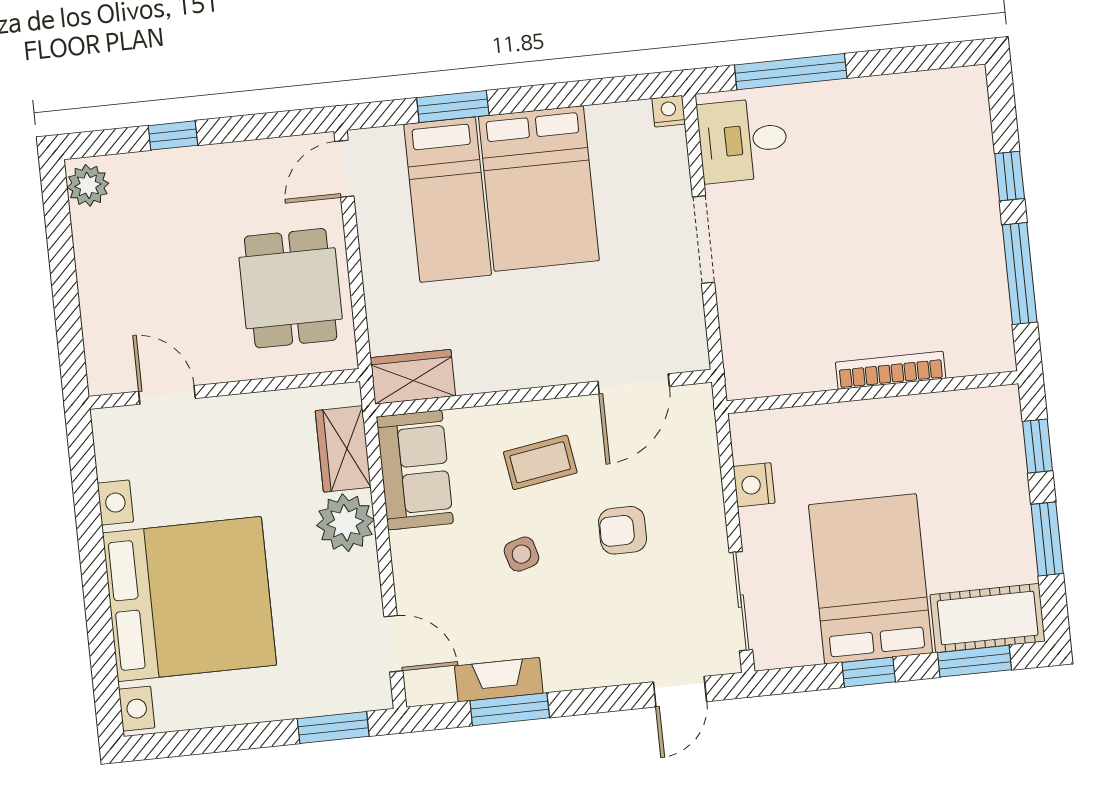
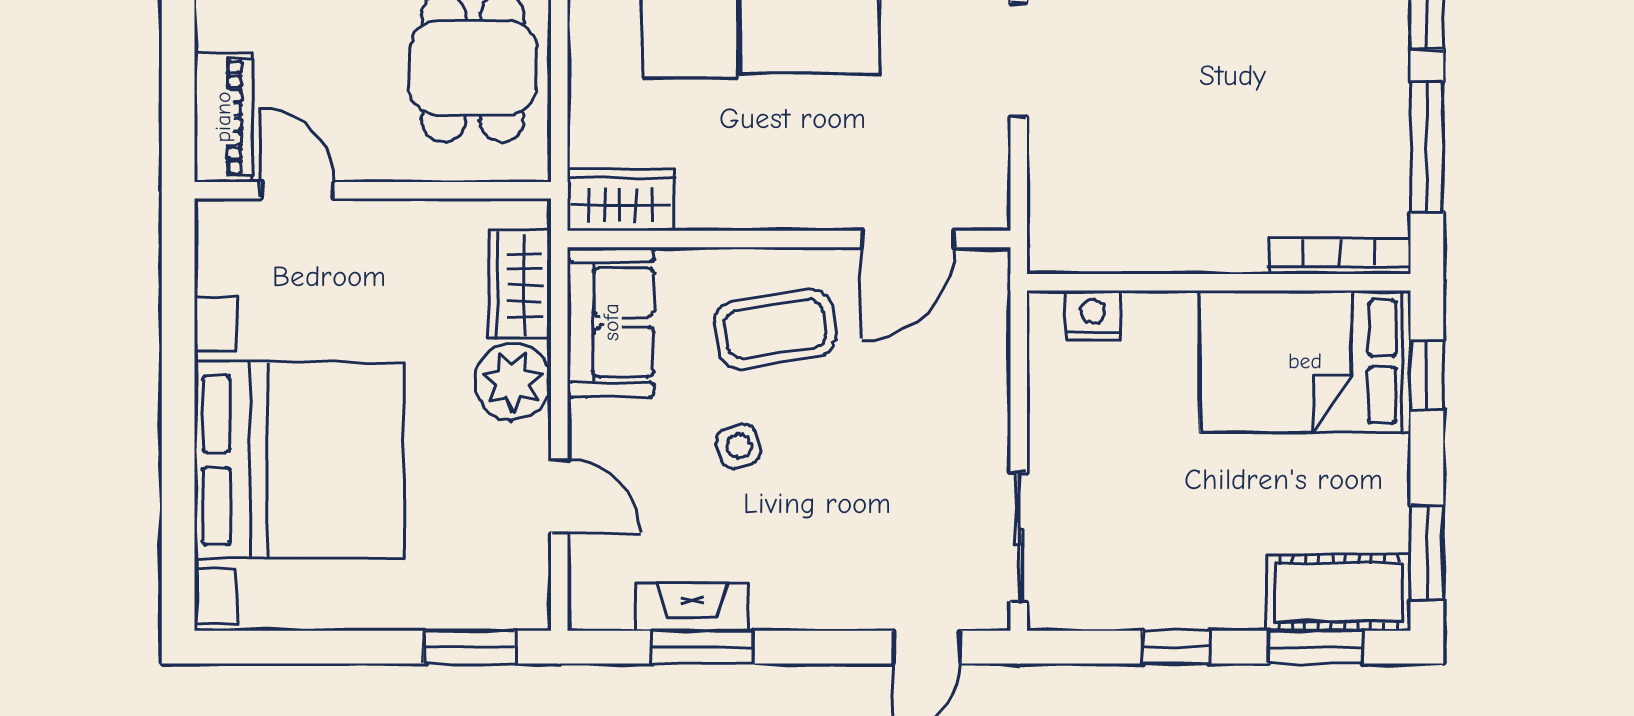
piano: (105, 345) -> (223, 117), added
bookcase: (891, 370) -> (1340, 256), moved
coffee table: (540, 462) -> (775, 329), width x1.36, depth x1.30
nightstand: (754, 485) -> (1092, 315), moved, turned 90
armchair: (623, 530) -> (874, 429), removed
window: (1047, 539) -> (1427, 553), moved
bed: (871, 579) -> (1305, 361), moved, turned -90
door: (393, 644) -> (559, 496), moved

